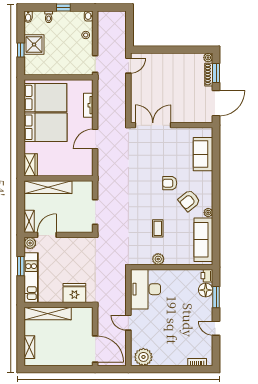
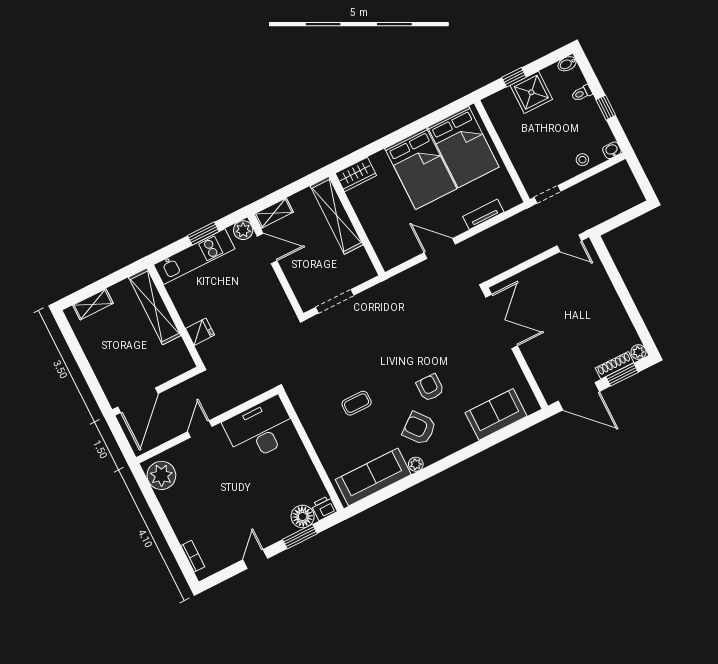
plant: (158, 259) -> (313, 426), removed
fridge: (74, 293) -> (200, 332), width x0.53, depth x0.75

